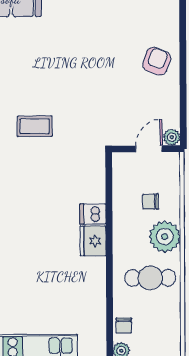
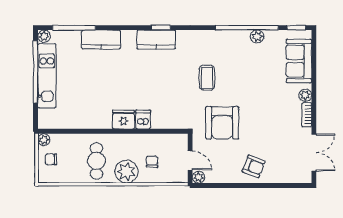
armchair: (97, 105) -> (222, 123), added
chair: (124, 326) -> (51, 159), moved

